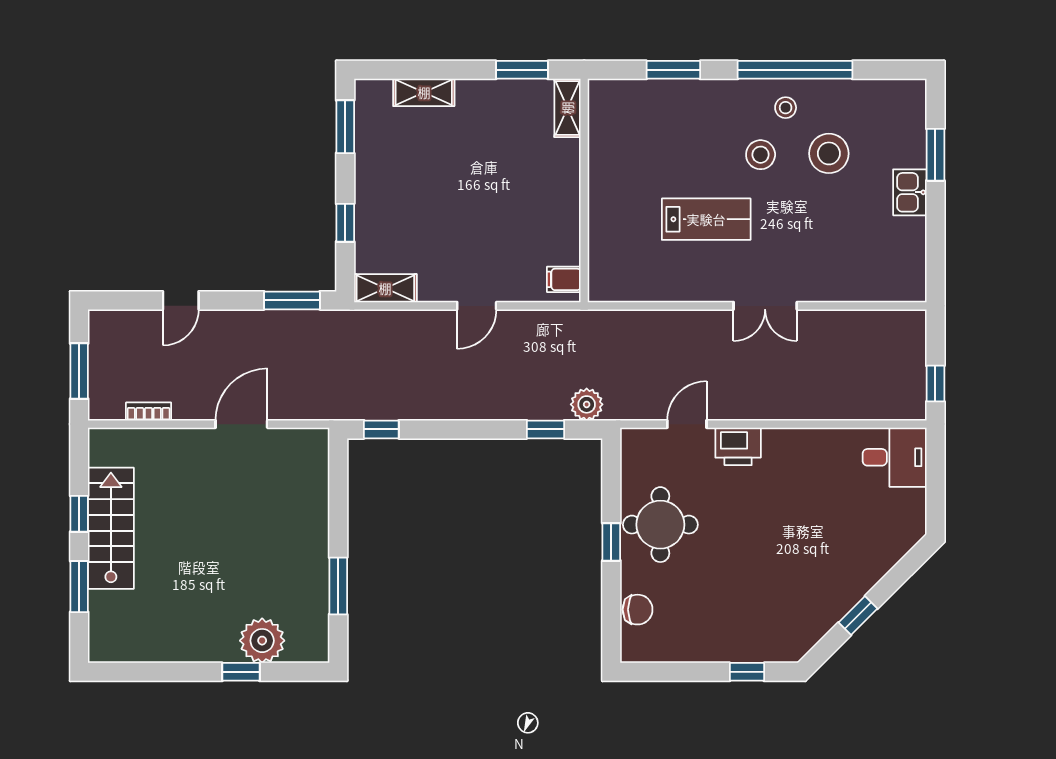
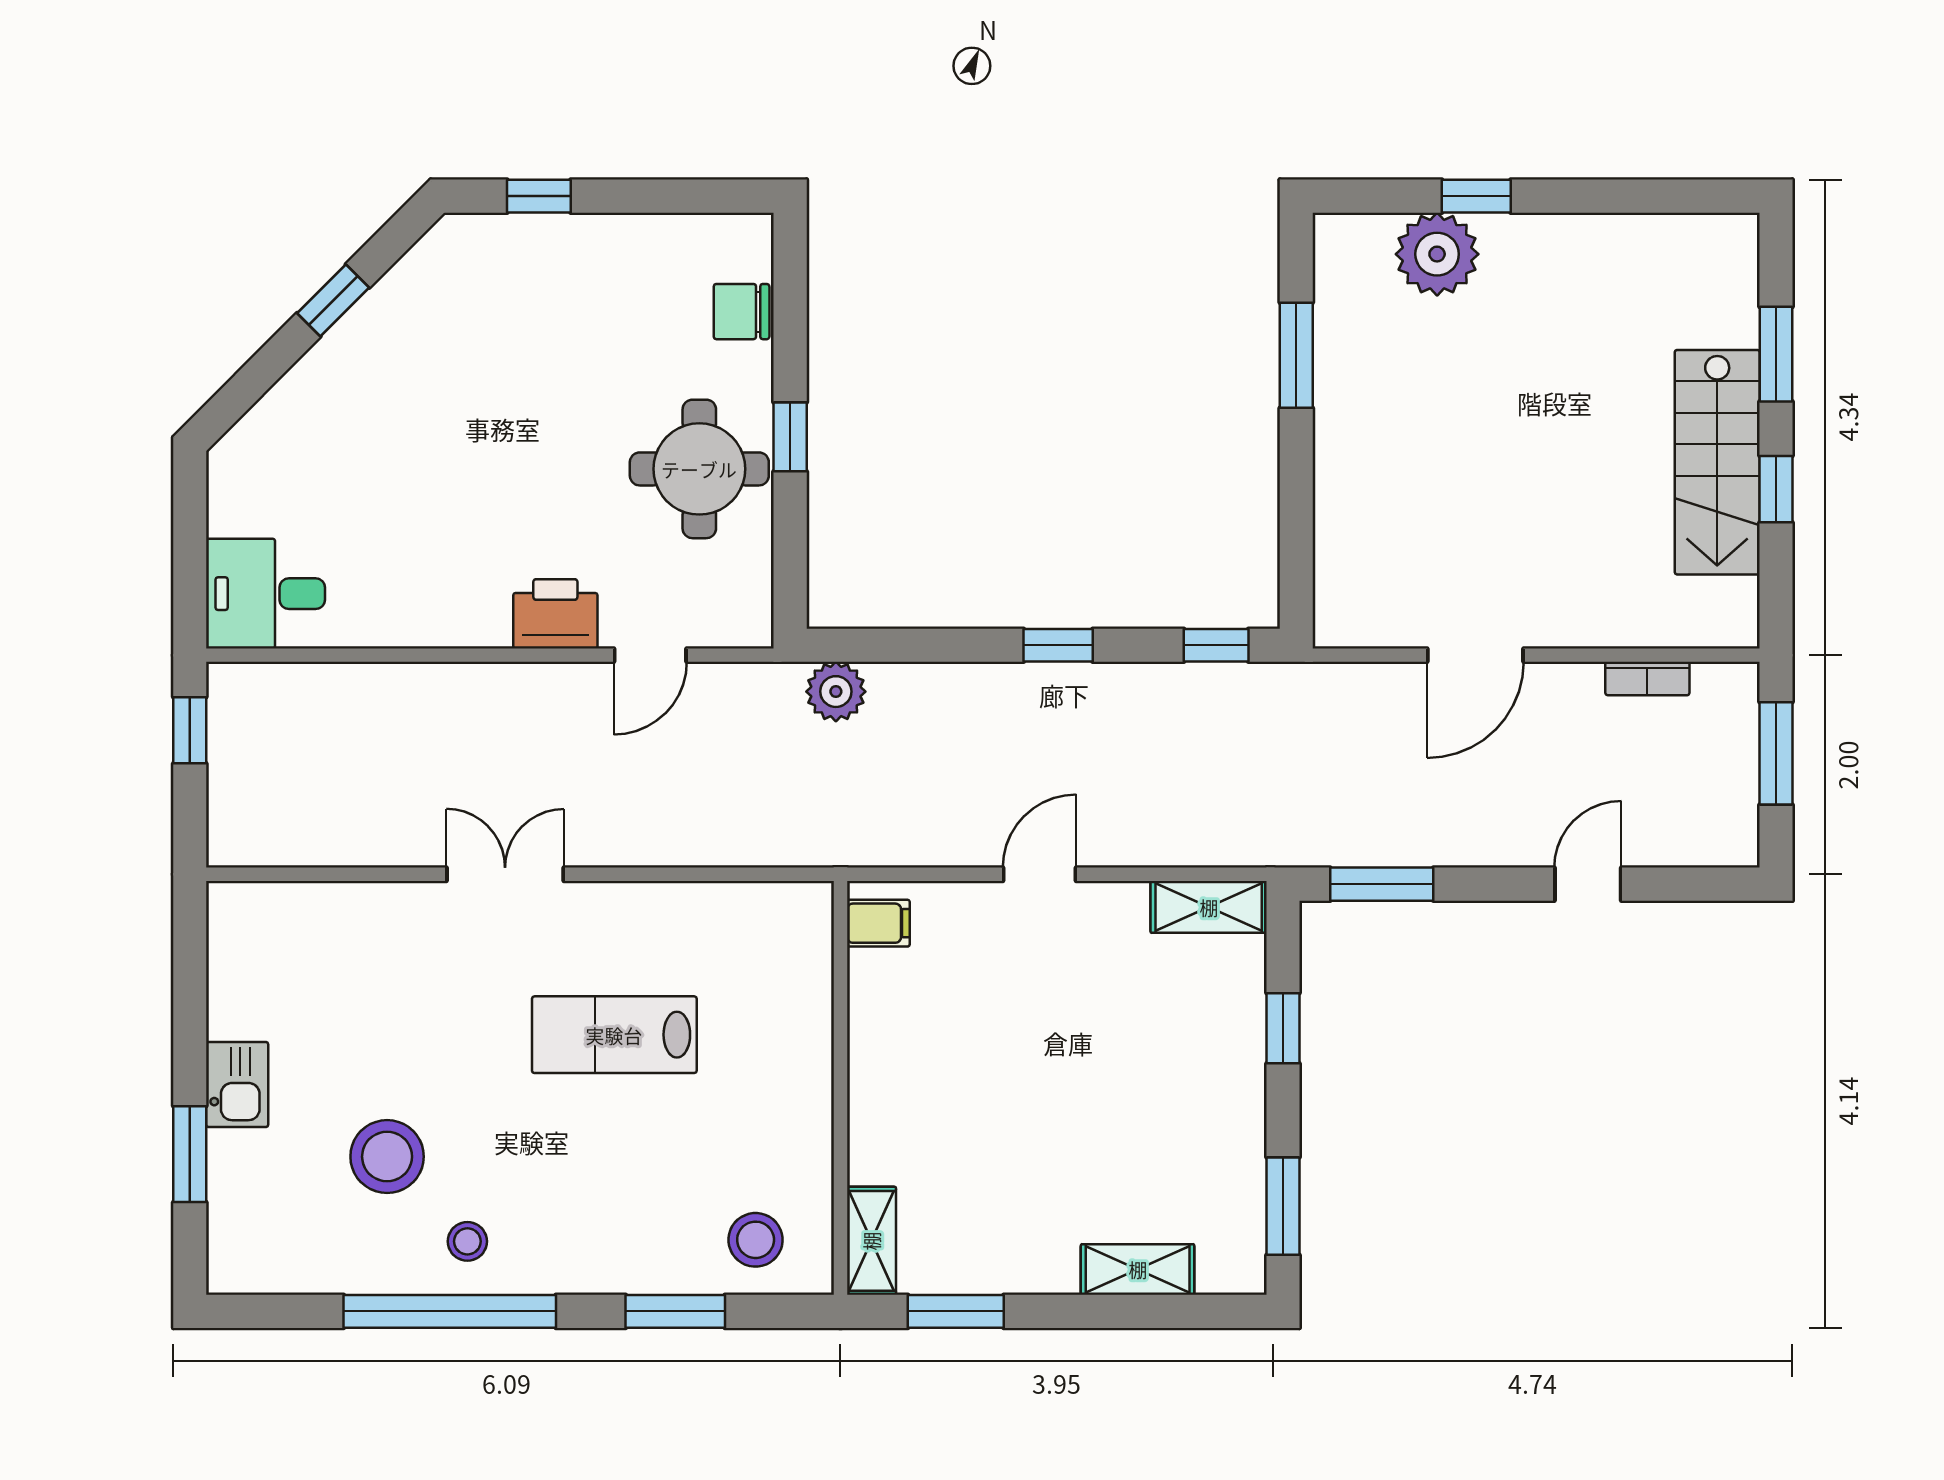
stool: (761, 155) -> (756, 1240), moved
window: (545, 429) -> (1058, 645), moved

